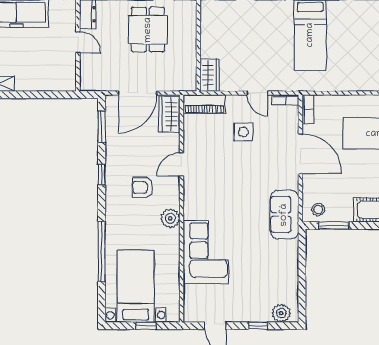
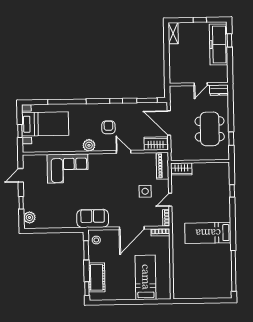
dining table: (148, 30) -> (210, 129), width x1.37

